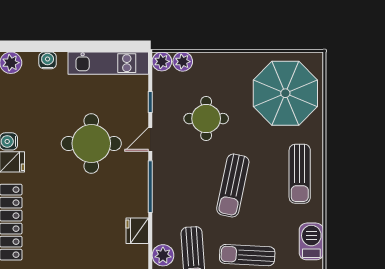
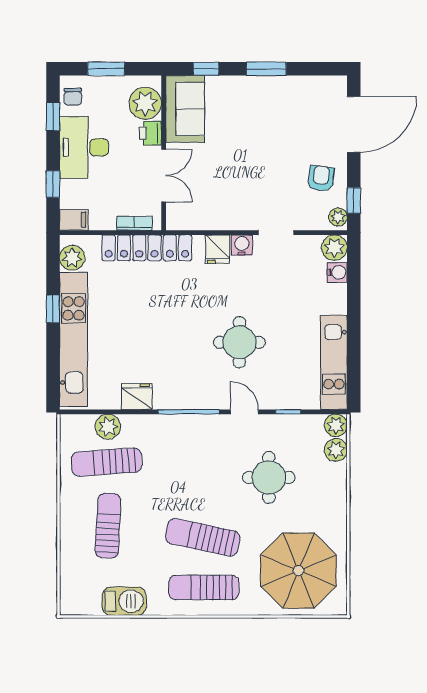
water cooler: (48, 60) -> (337, 272), moved
round table: (91, 143) -> (239, 342), width x0.73, depth x0.73
sun lounger: (233, 185) -> (203, 537), moved

